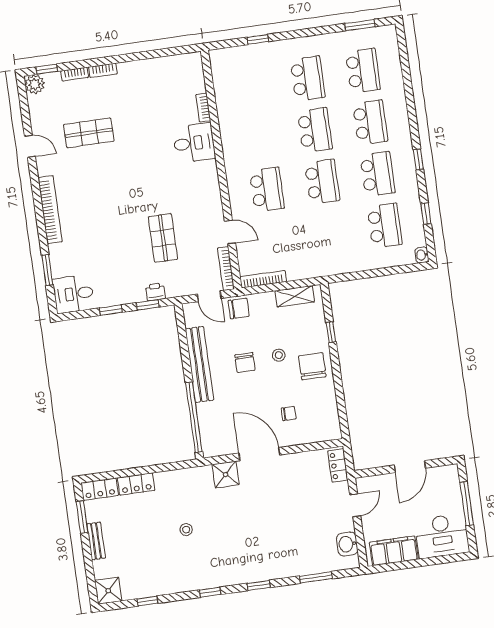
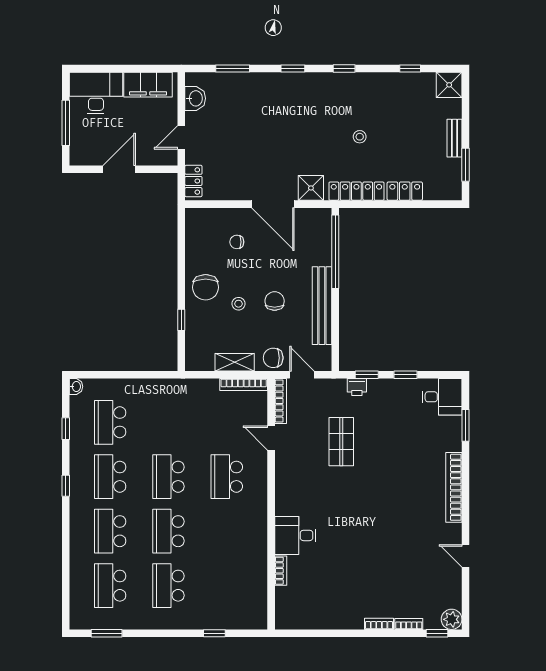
shop shelf: (89, 133) -> (403, 561), removed
shelving: (295, 296) -> (235, 362), moved
locker: (100, 489) -> (356, 191), moved, width x1.53

